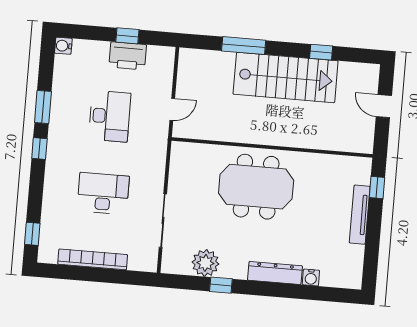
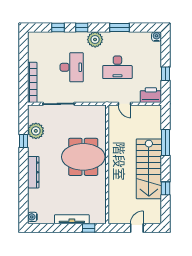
printer: (128, 56) -> (151, 95), moved, turned 90
window: (39, 148) -> (82, 28), moved
plant: (60, 150) -> (95, 39), added
meeting table: (256, 187) -> (83, 157), turned 90
window: (32, 234) -> (58, 28), moved
bookcase: (93, 259) -> (32, 82), moved
water cooler: (311, 278) -> (32, 217), moved

